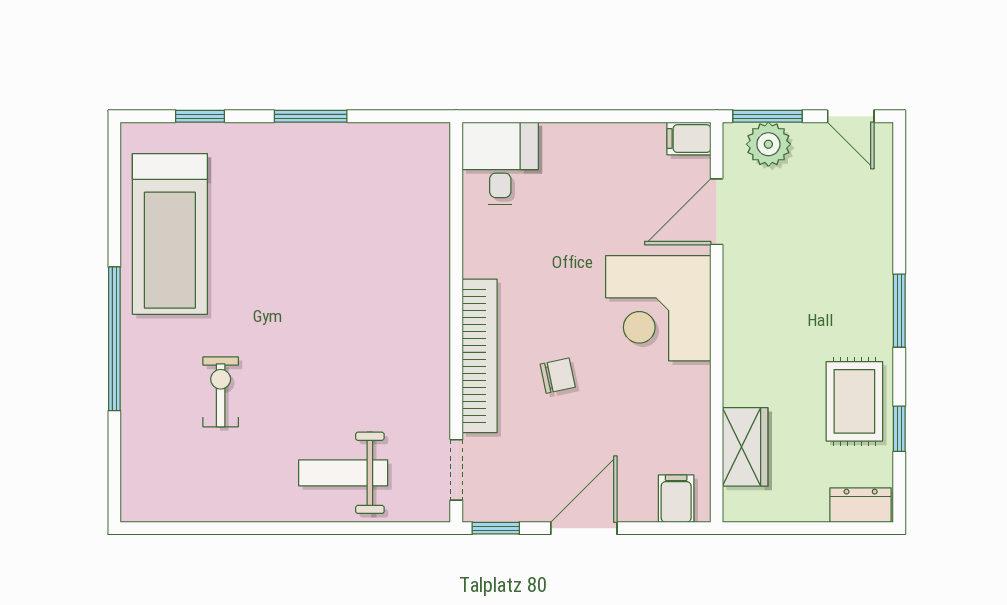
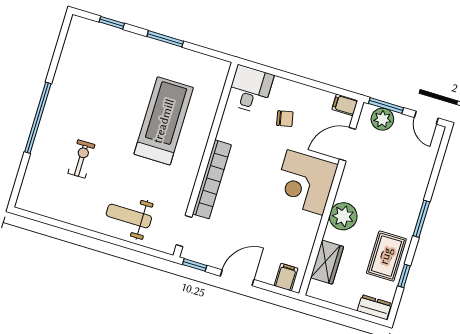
treadmill: (170, 234) -> (164, 121), moved, turned 180
plant: (750, 351) -> (343, 216), added
chair: (558, 376) -> (285, 119), moved

